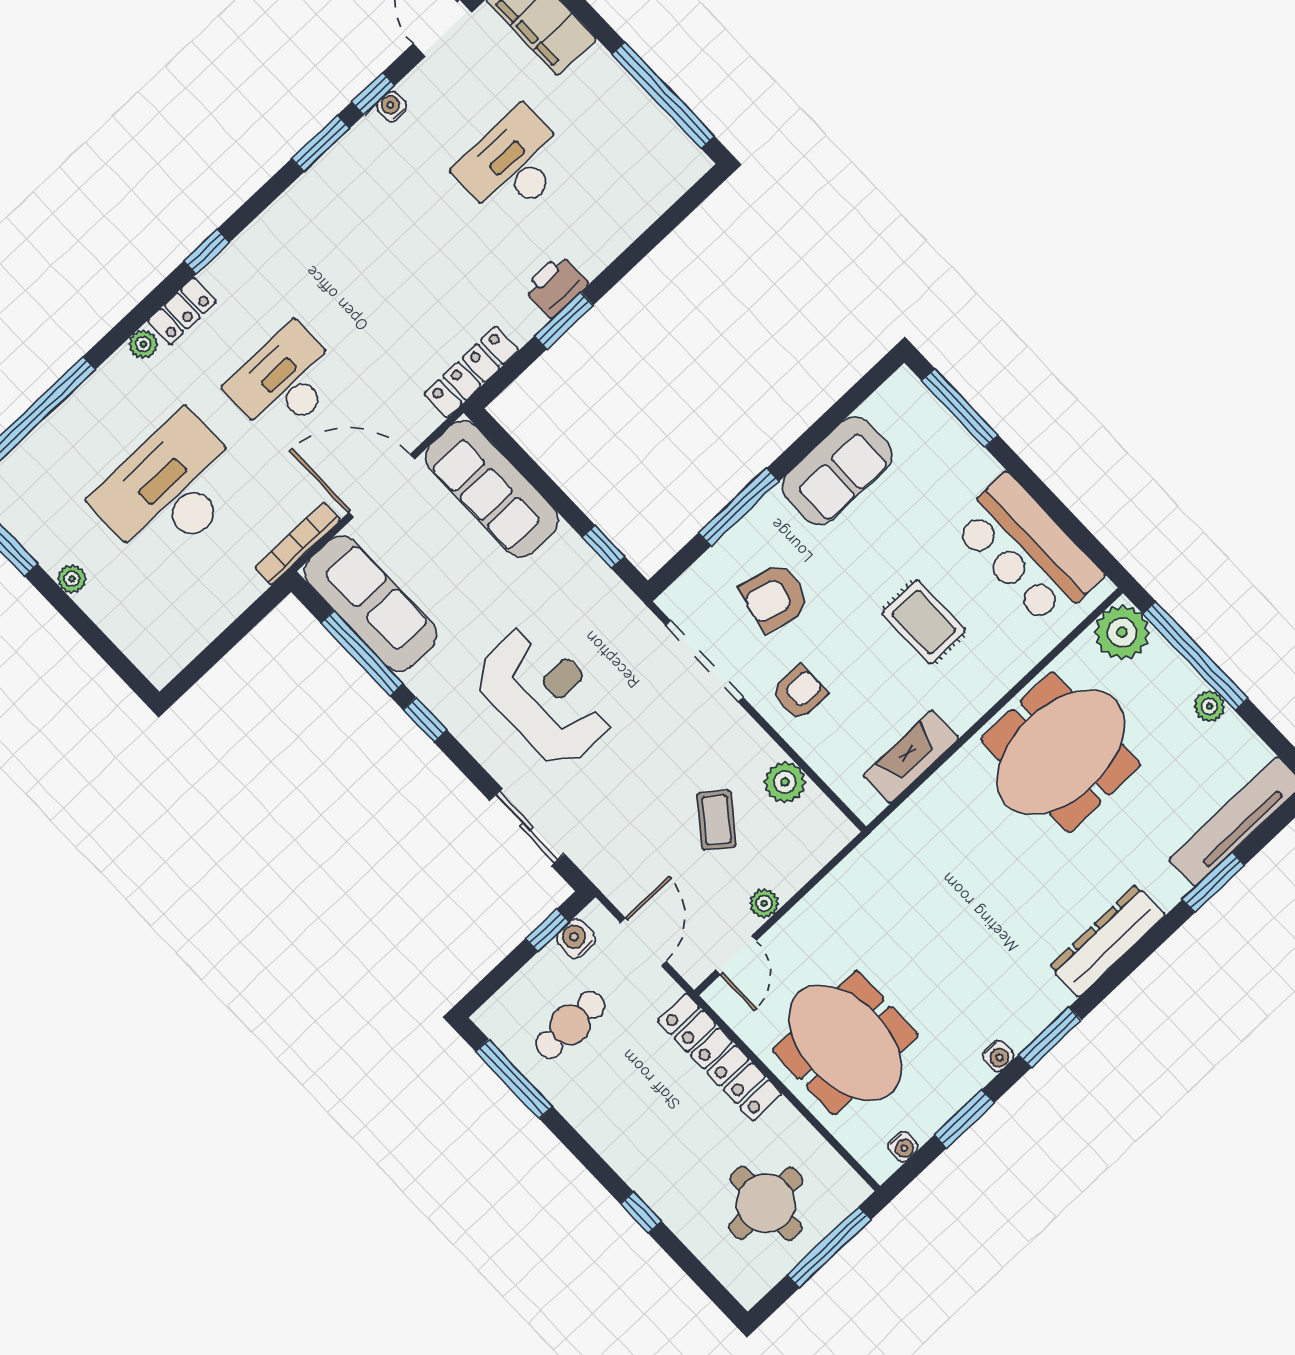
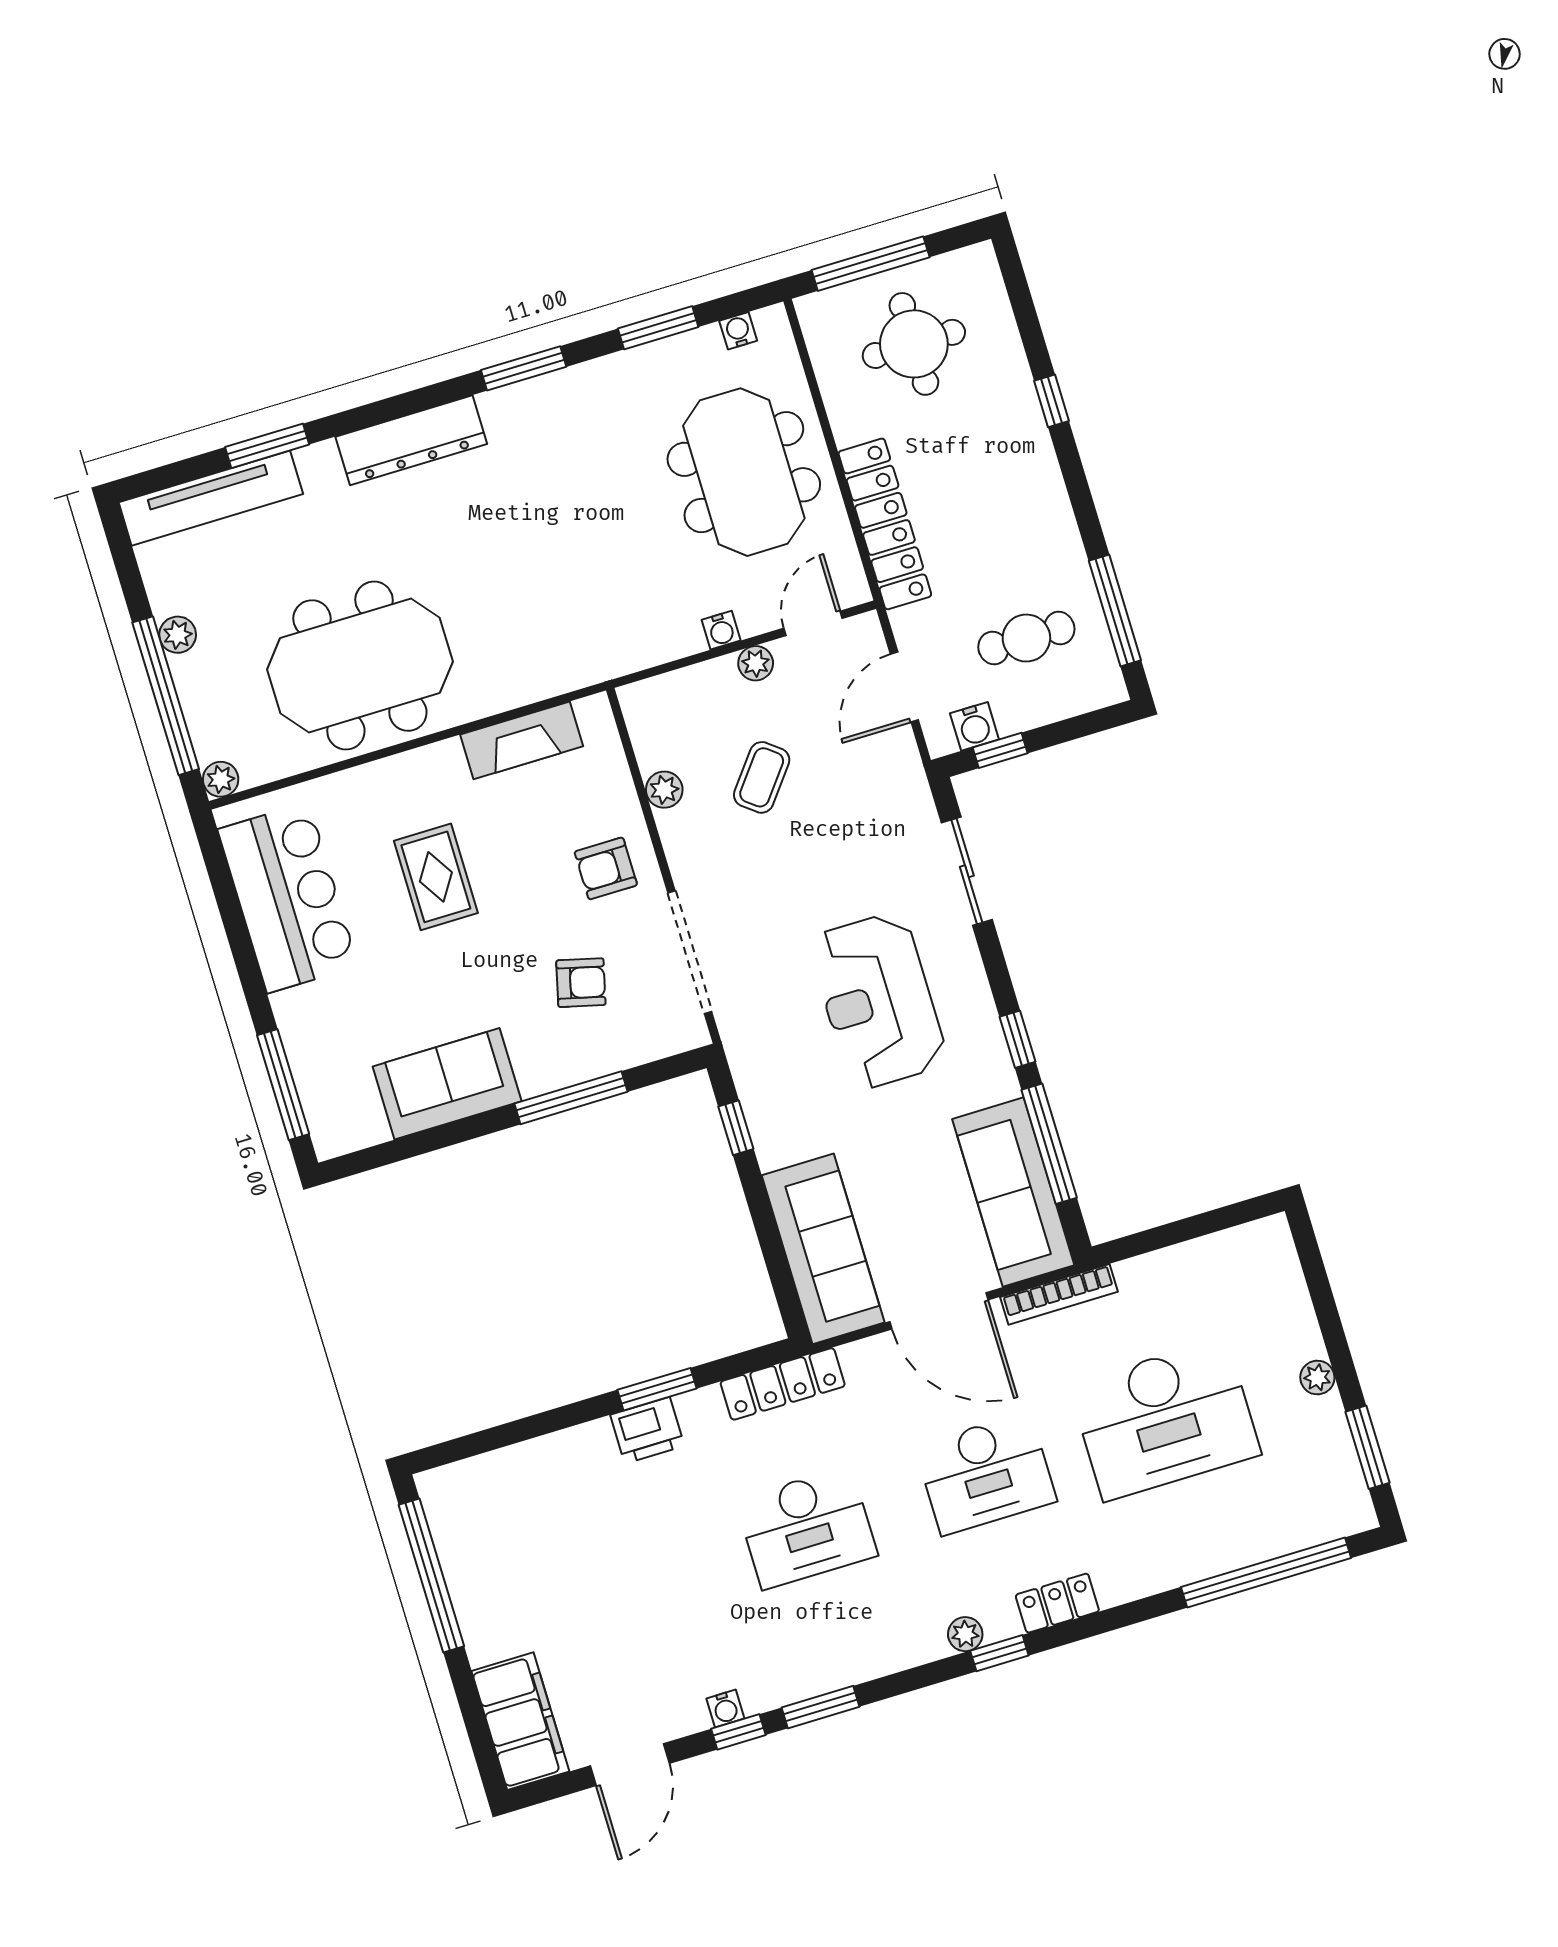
desk: (513, 165) -> (807, 1528), moved
plant: (143, 344) -> (965, 1634), moved
armchair: (775, 597) -> (581, 983), width x0.72, depth x0.72
plant: (1122, 632) -> (221, 779), width x0.53, depth x0.53
plant: (785, 782) -> (664, 790), width x0.73, depth x0.73
water cooler: (998, 1056) -> (721, 630), moved, turned 180

